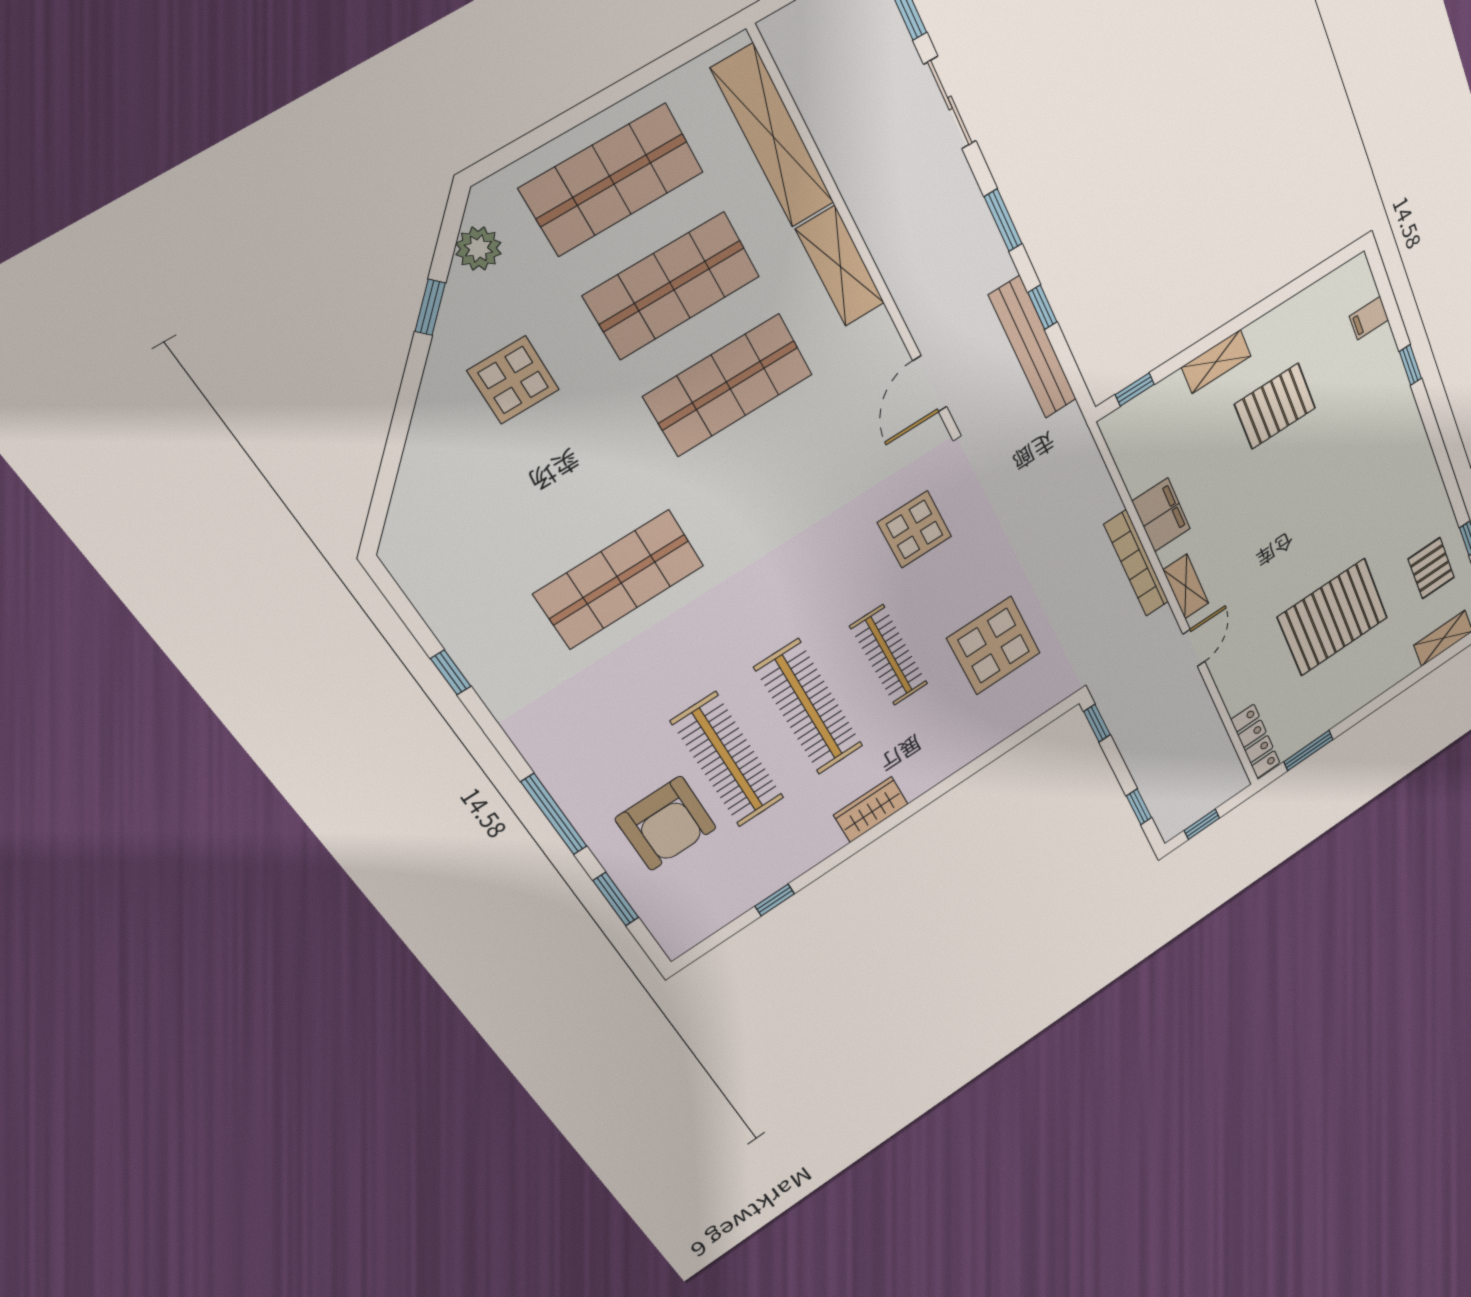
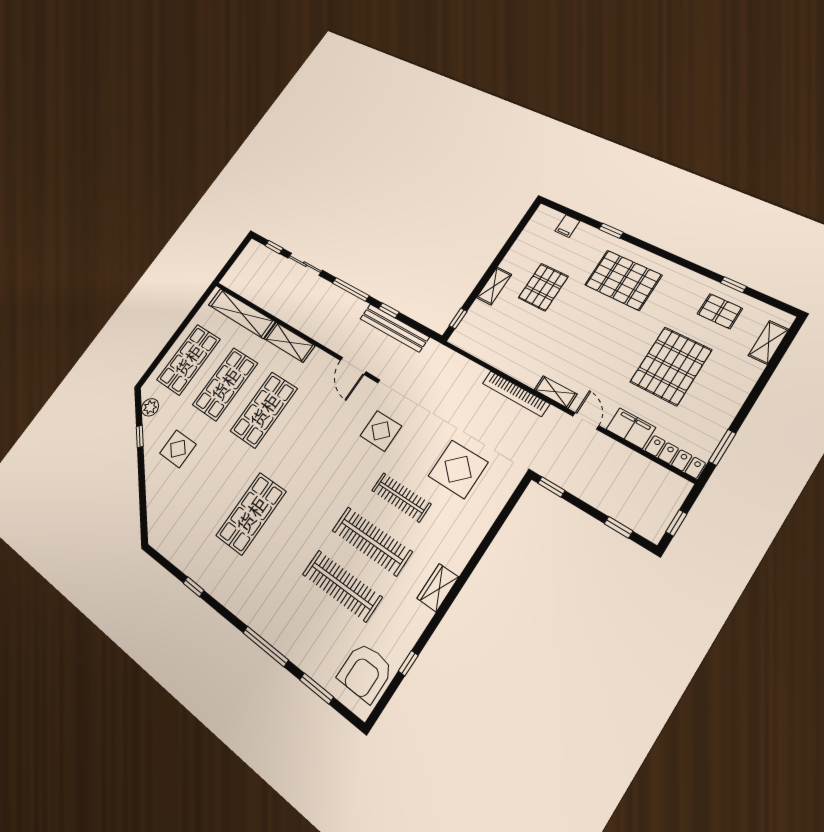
window: (1003, 220) -> (351, 289), width x1.44
pallet: (1370, 457) -> (623, 280), added
filing cabinet: (1161, 515) -> (631, 428), moved
armchair: (666, 823) -> (365, 672), moved, turned 90

